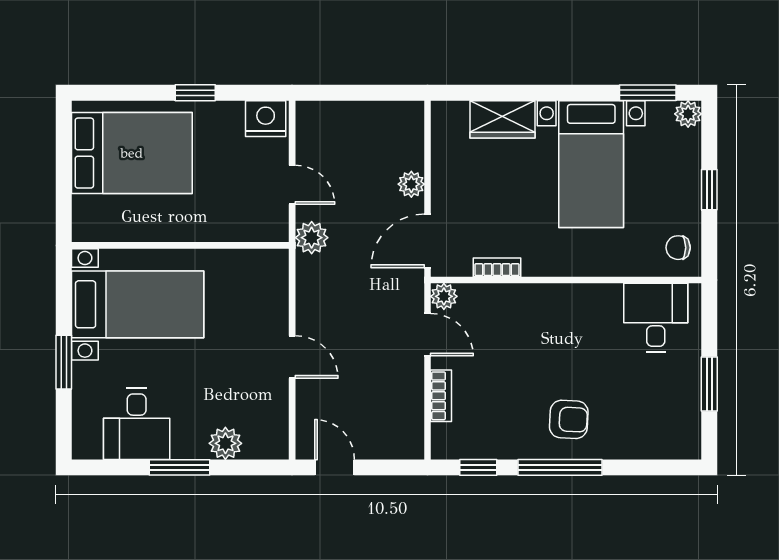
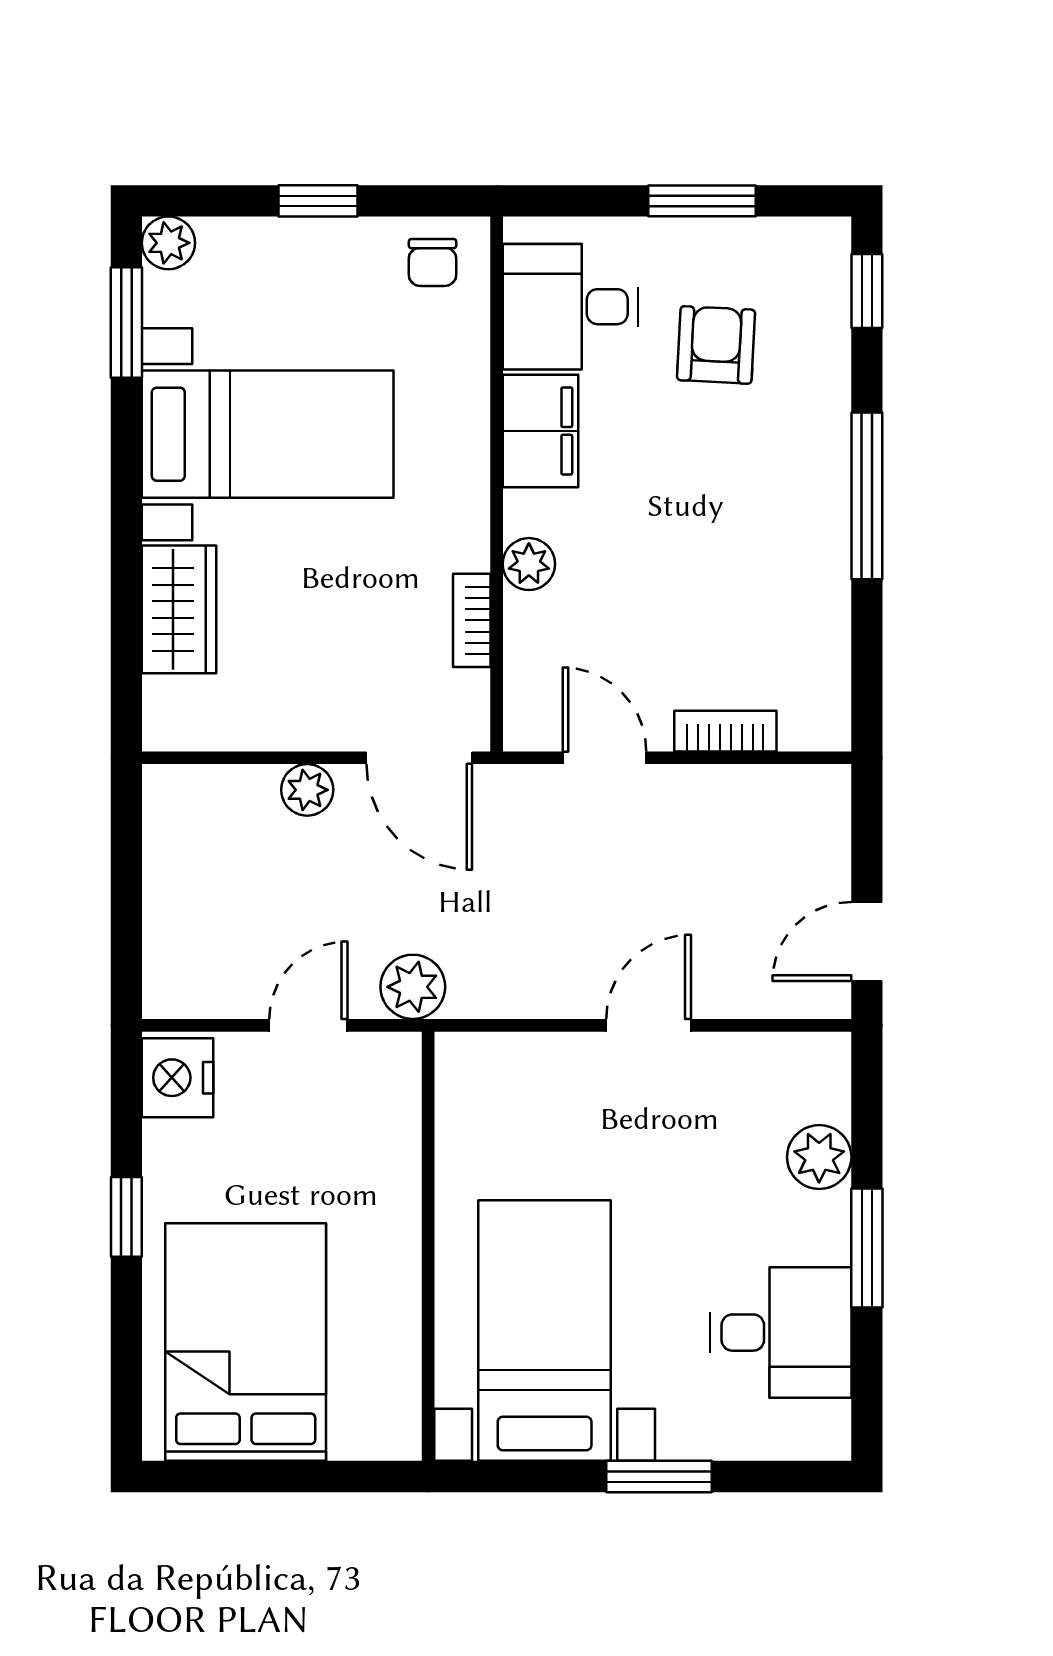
plant: (444, 296) -> (529, 564), moved
filing cabinet: (593, 302) -> (540, 431), added
door: (428, 335) -> (605, 758), hinge flipped
armchair: (569, 419) -> (716, 345), moved
window: (478, 467) -> (867, 291), moved

